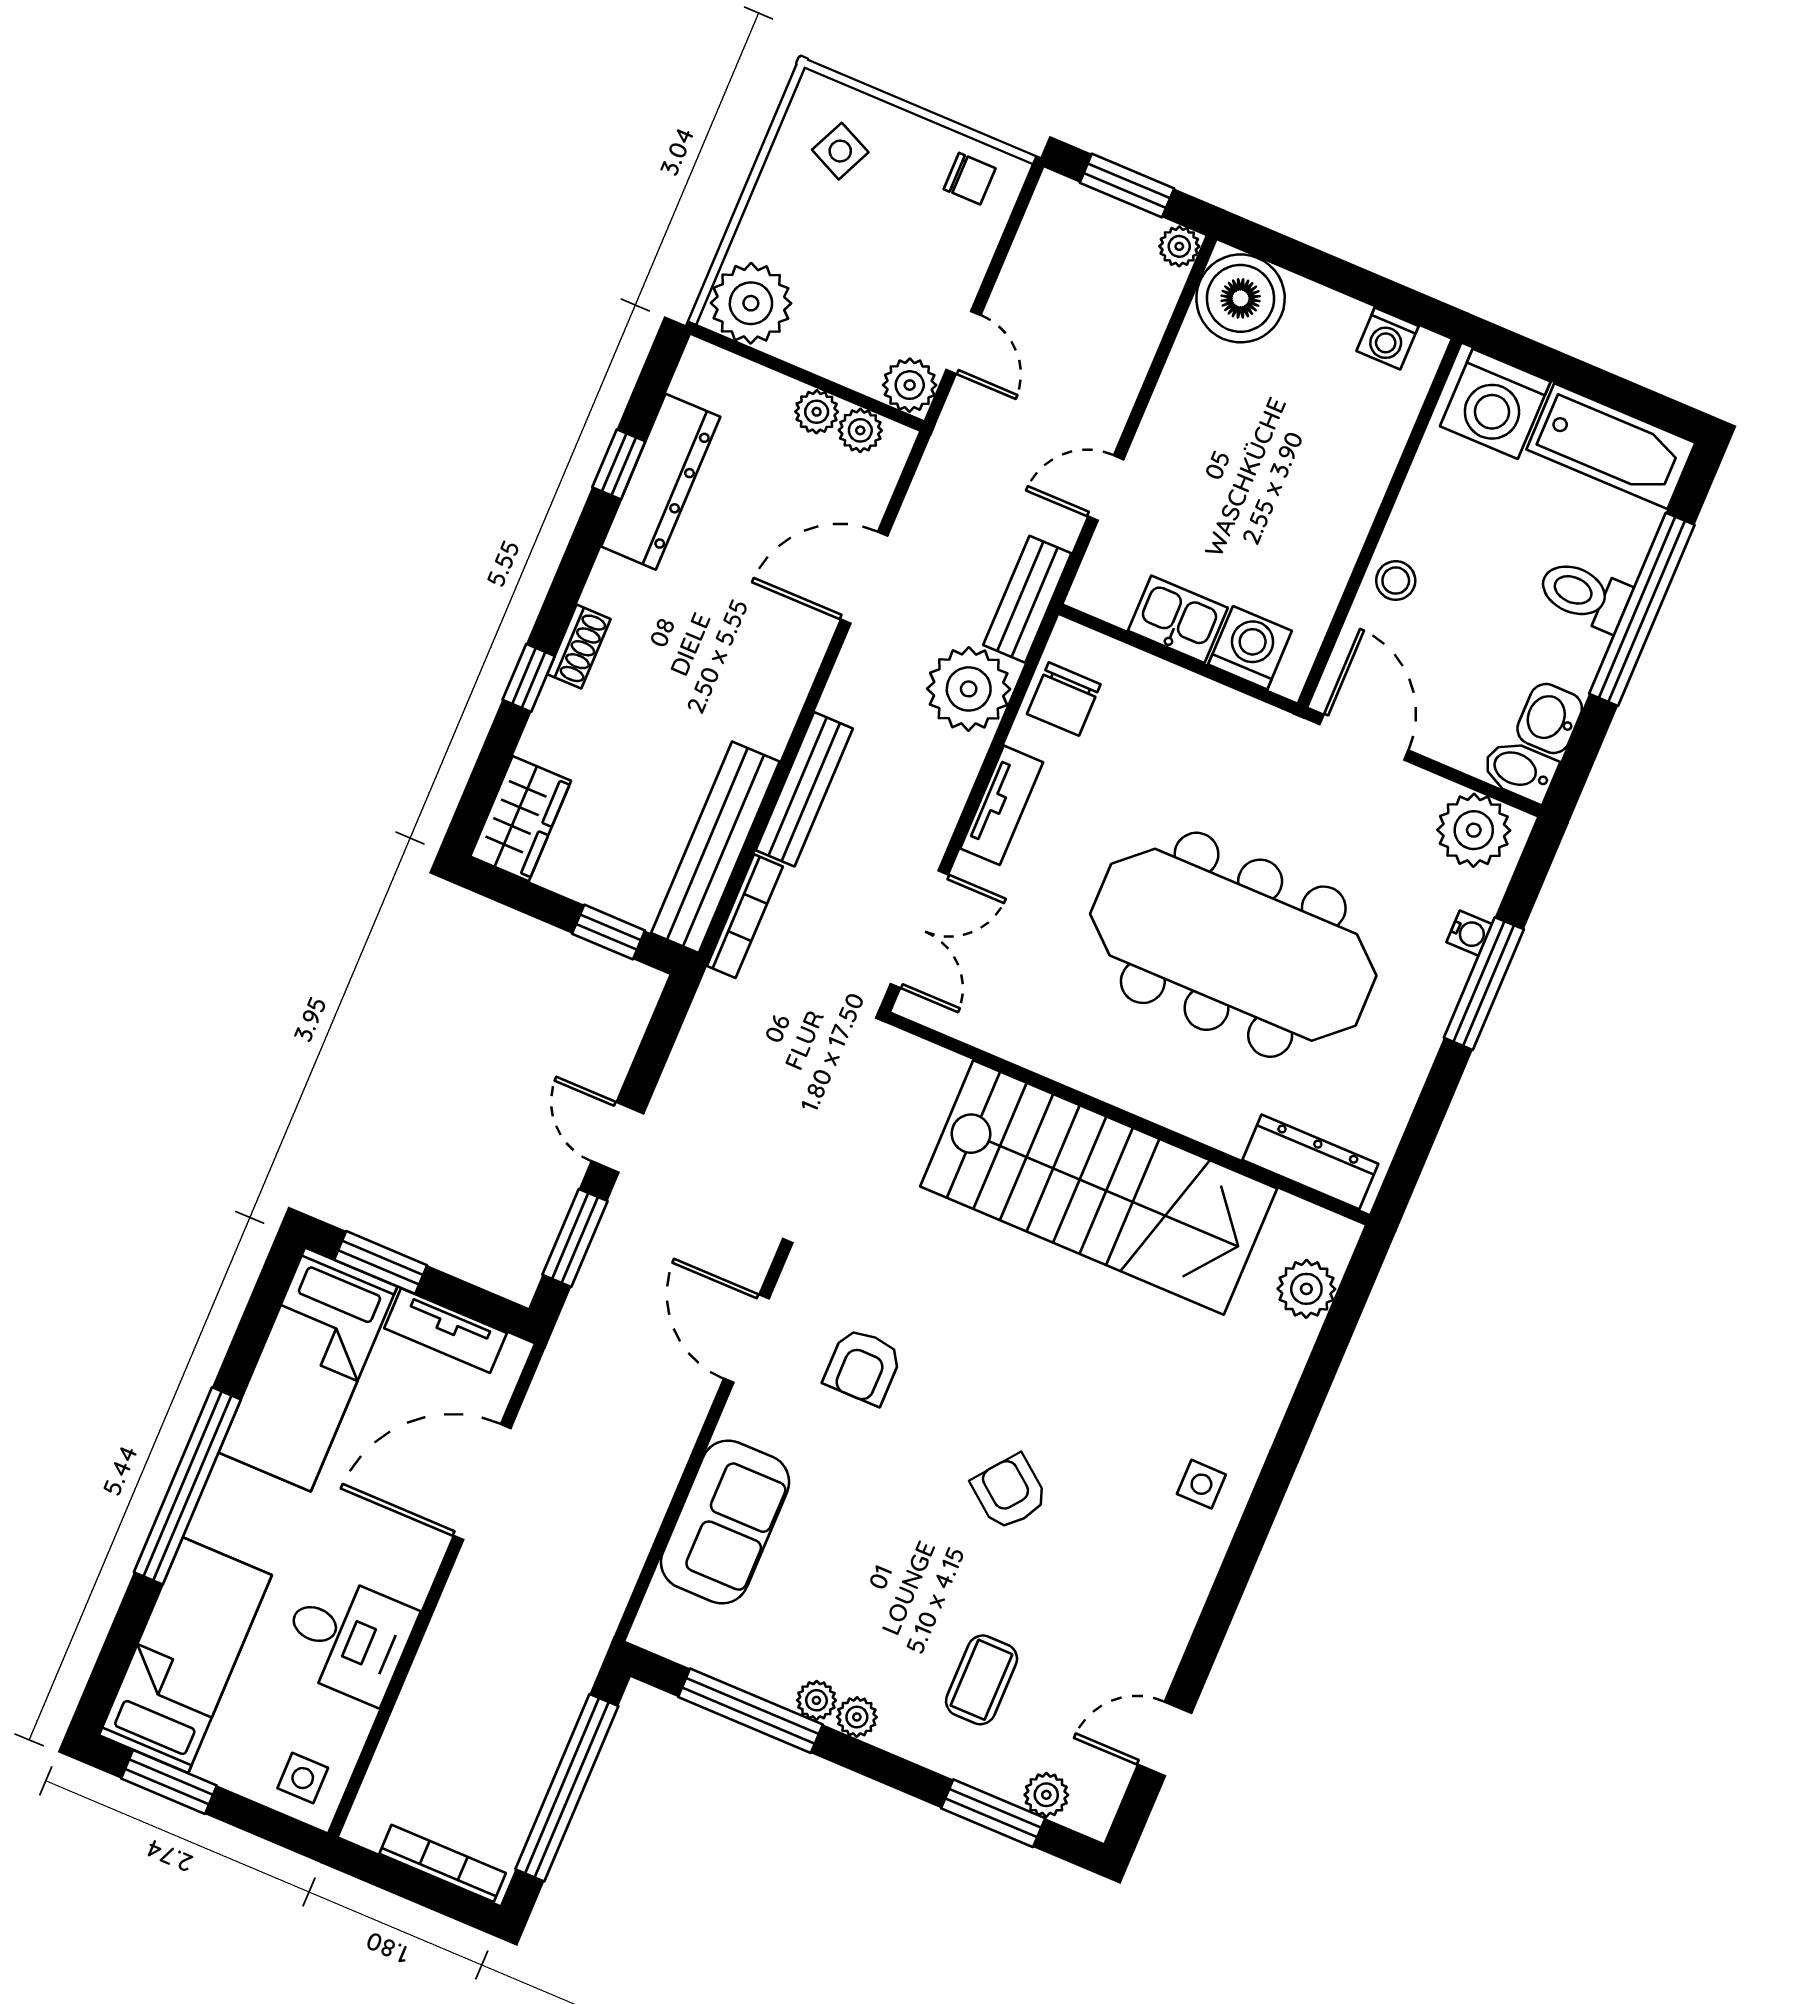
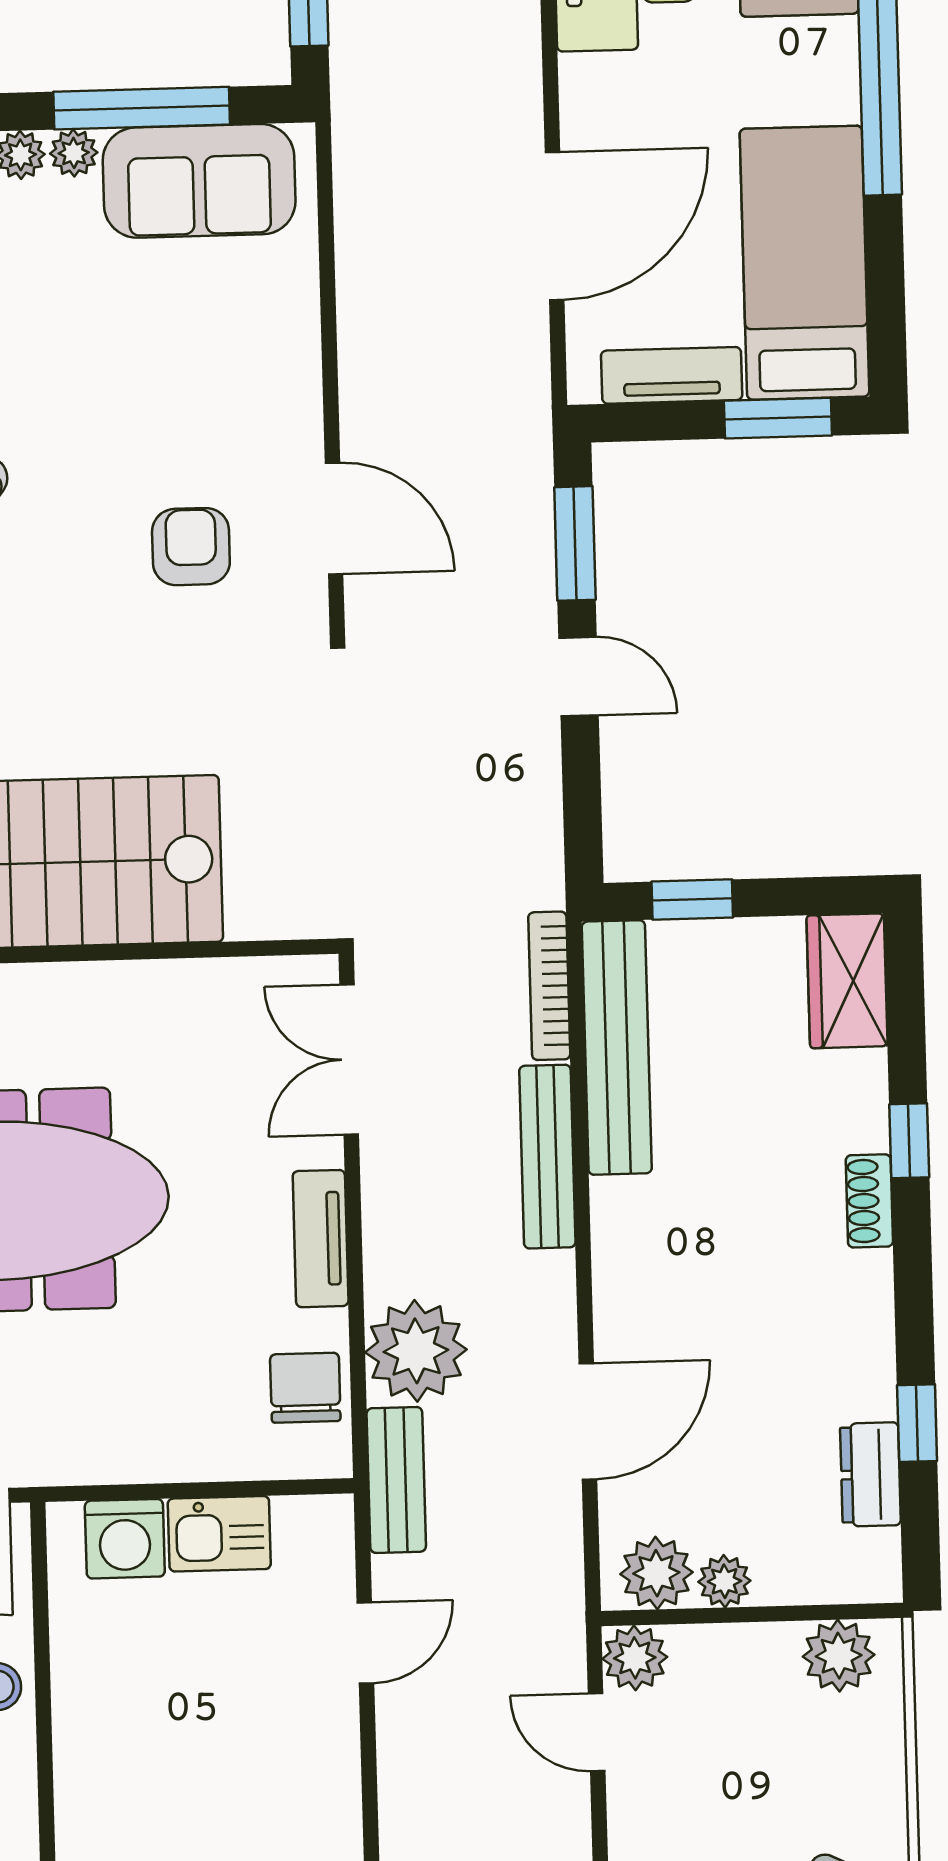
plant: (751, 303) -> (839, 1656), width x0.73, depth x0.73
plant: (860, 430) -> (656, 1573), width x1.38, depth x1.38
dresser: (661, 482) -> (870, 1474), width x0.51, depth x0.80
sofa: (725, 1522) -> (199, 181), moved, turned -90

